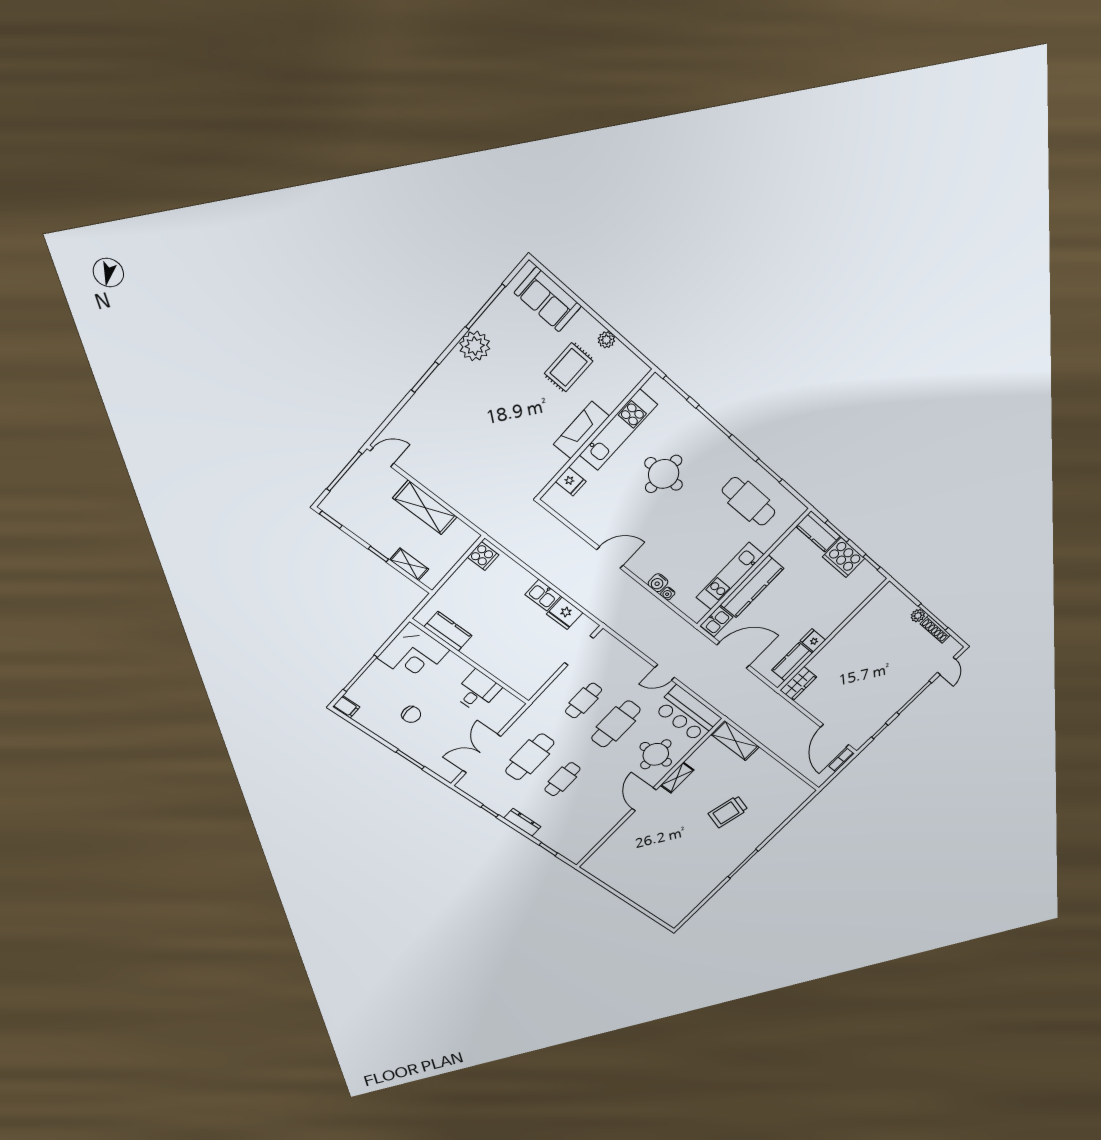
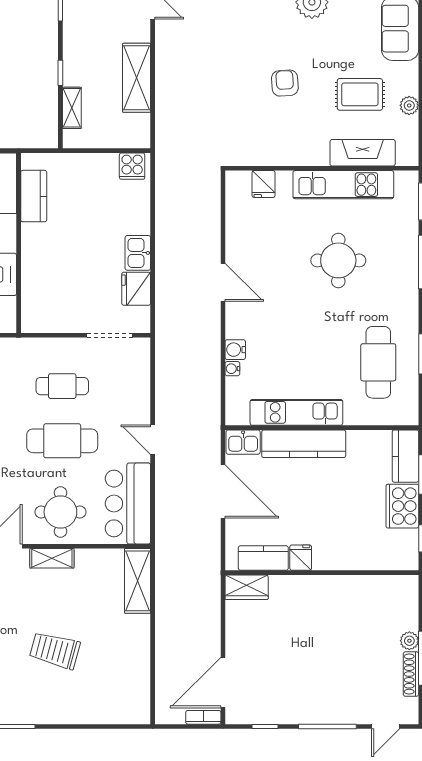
armchair: (516, 412) -> (285, 83), added
fireplace: (581, 430) -> (363, 153), moved

